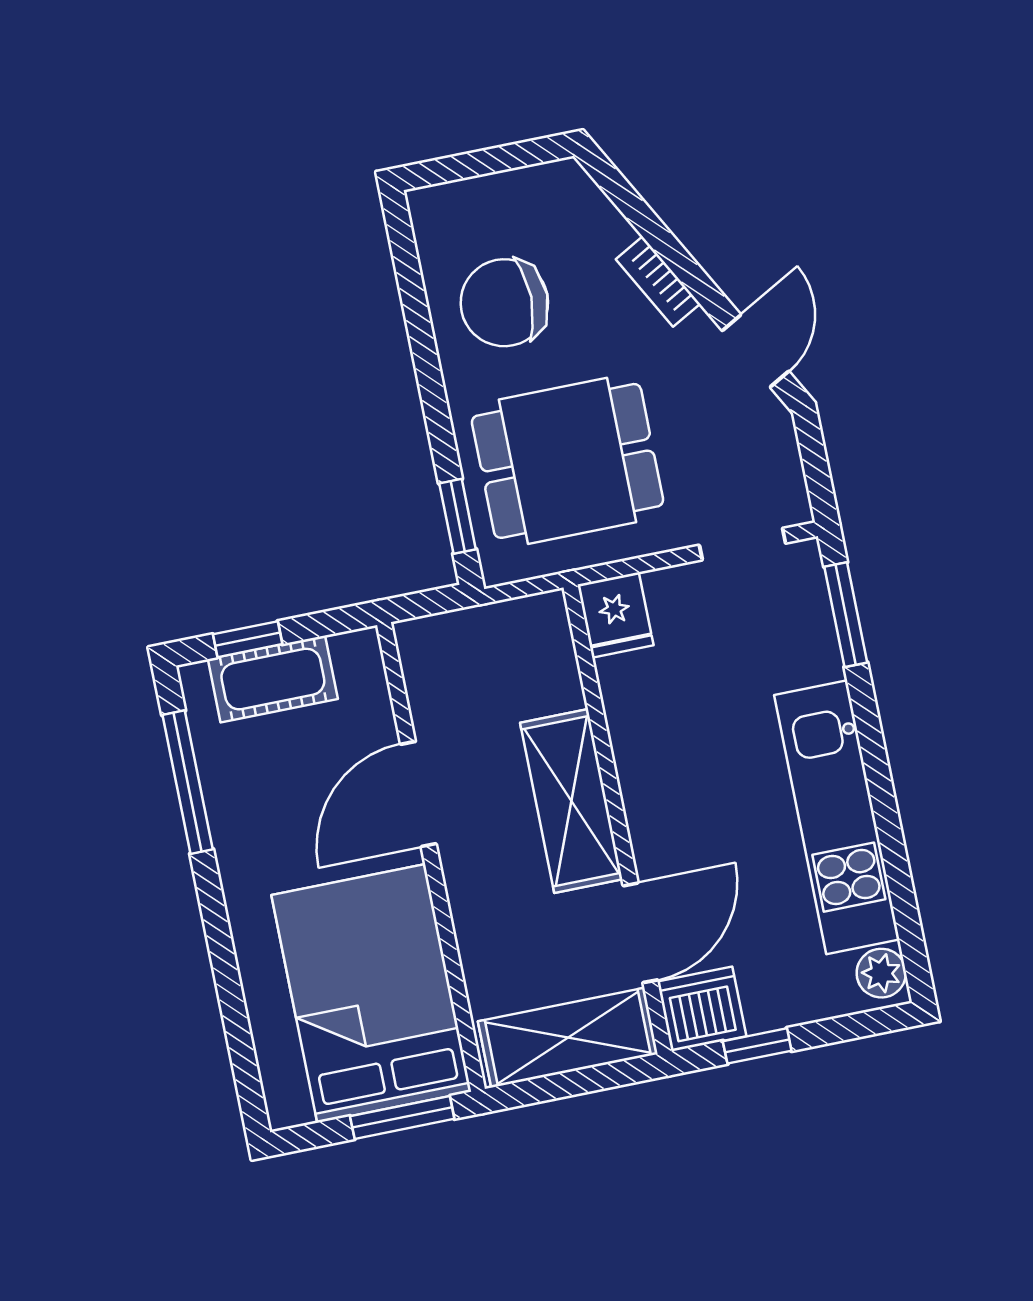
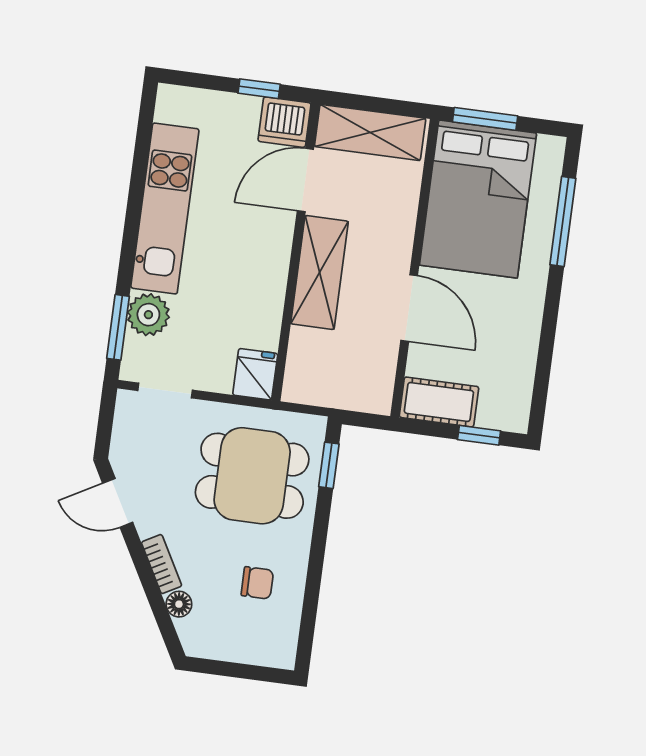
floor lamp: (611, 230) -> (179, 604), added
chair: (504, 303) -> (257, 583), width x0.54, depth x0.54
door: (756, 351) -> (118, 503), hinge flipped
cot: (273, 679) -> (439, 402), moved
window: (188, 782) -> (563, 221), moved
door: (418, 794) -> (409, 308), hinge flipped
plant: (881, 973) -> (148, 315), moved, width x1.38, depth x1.38

